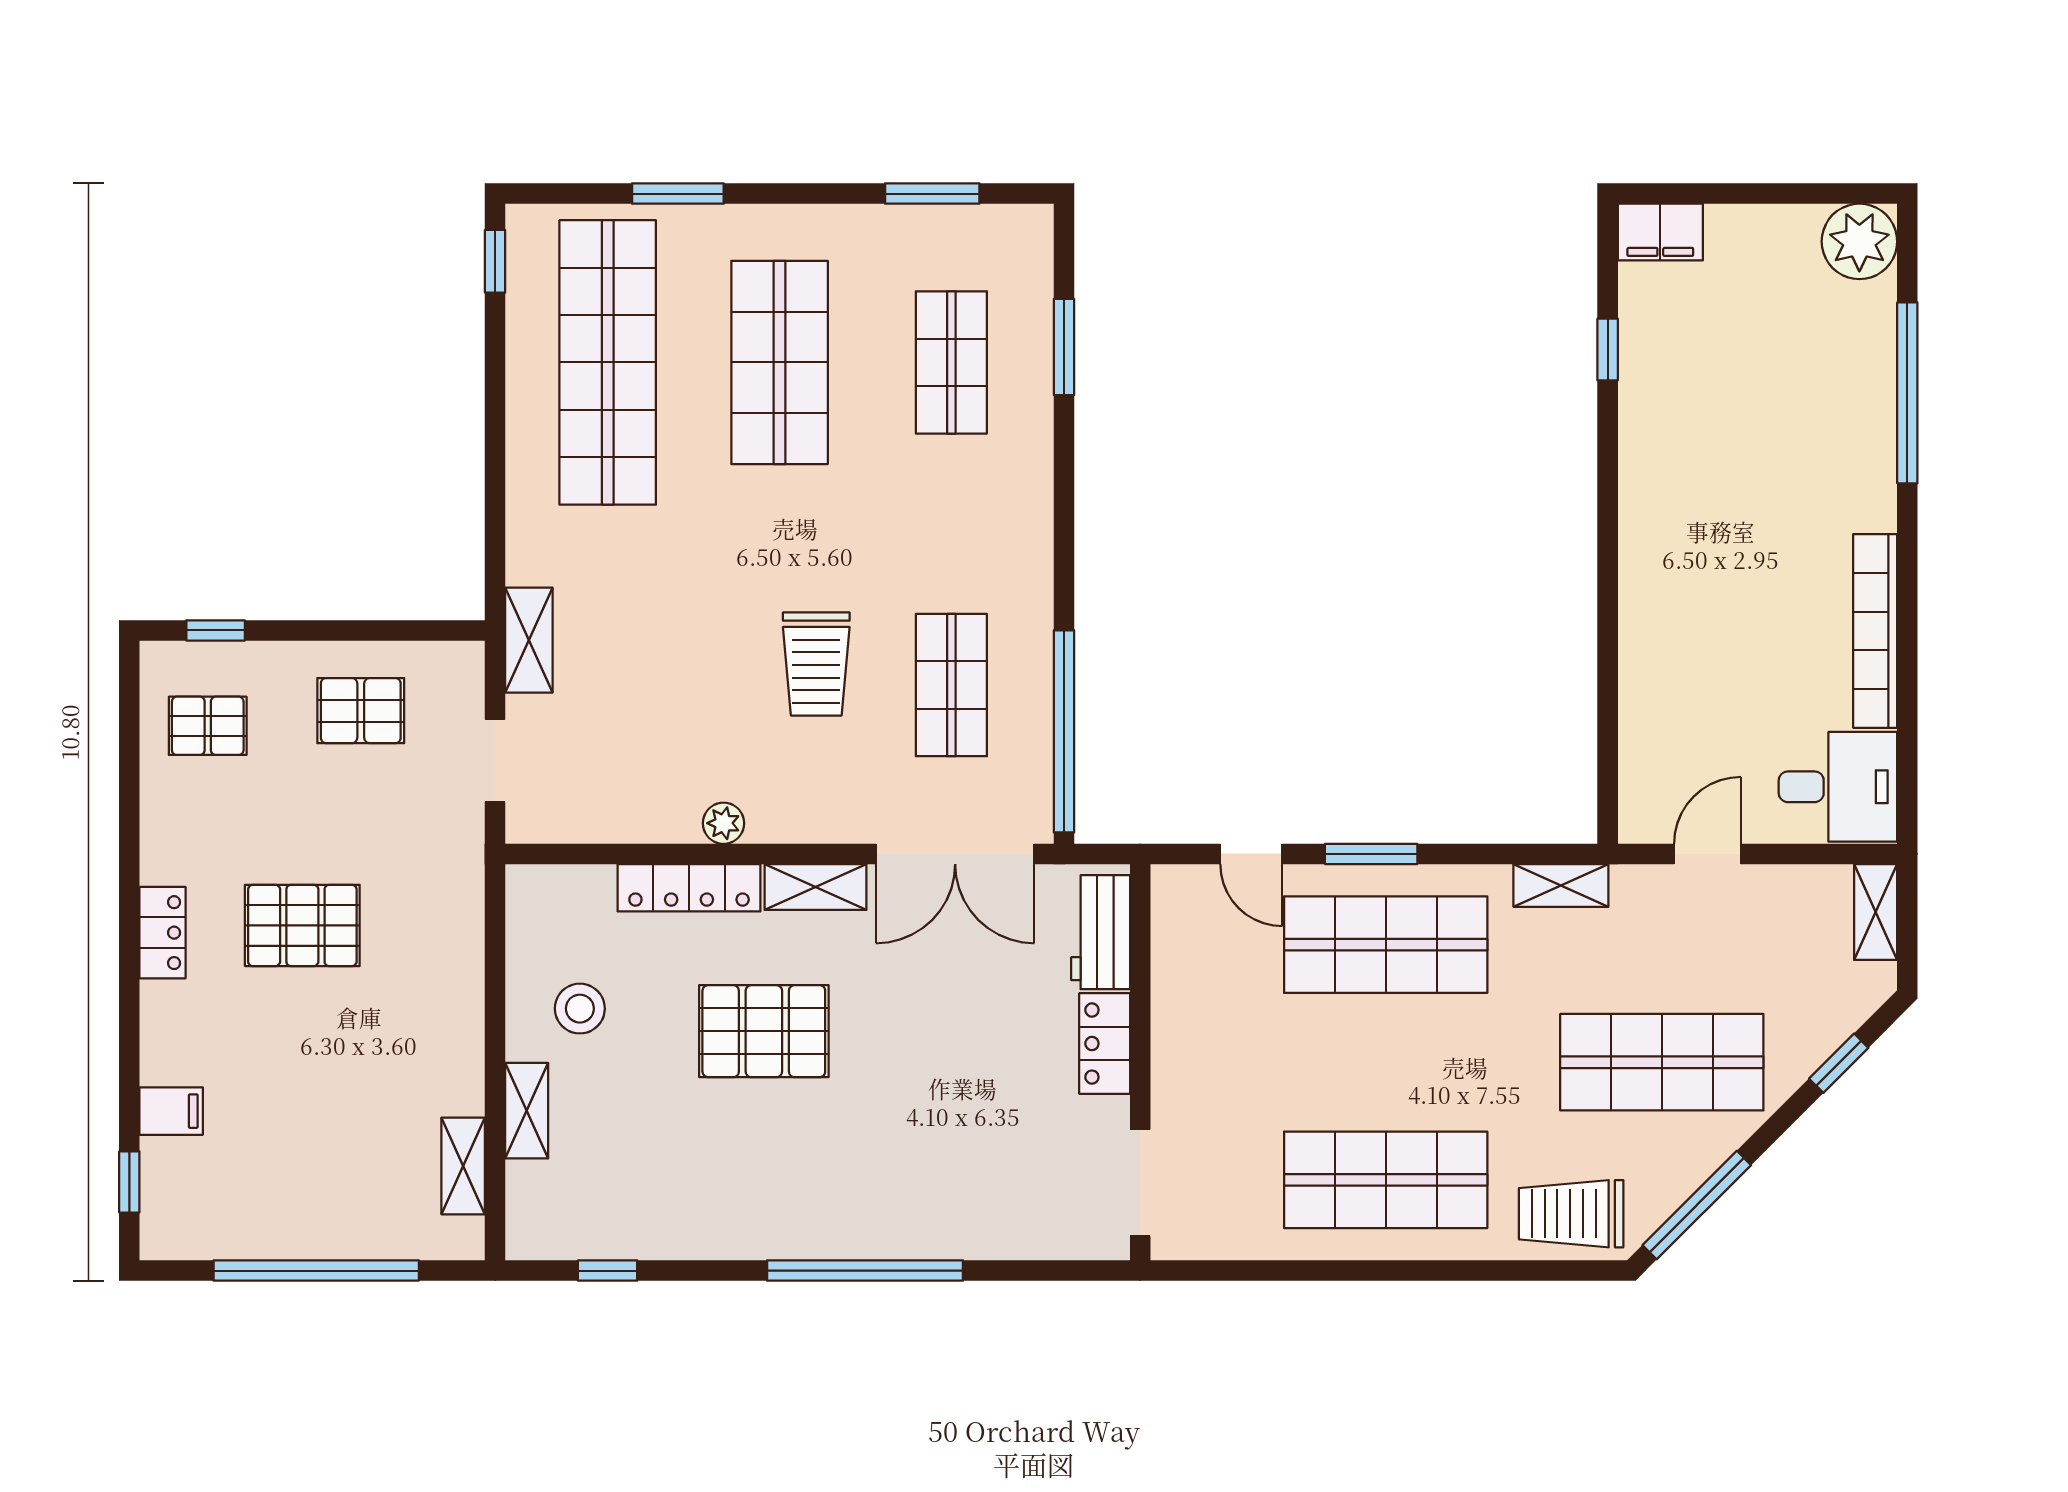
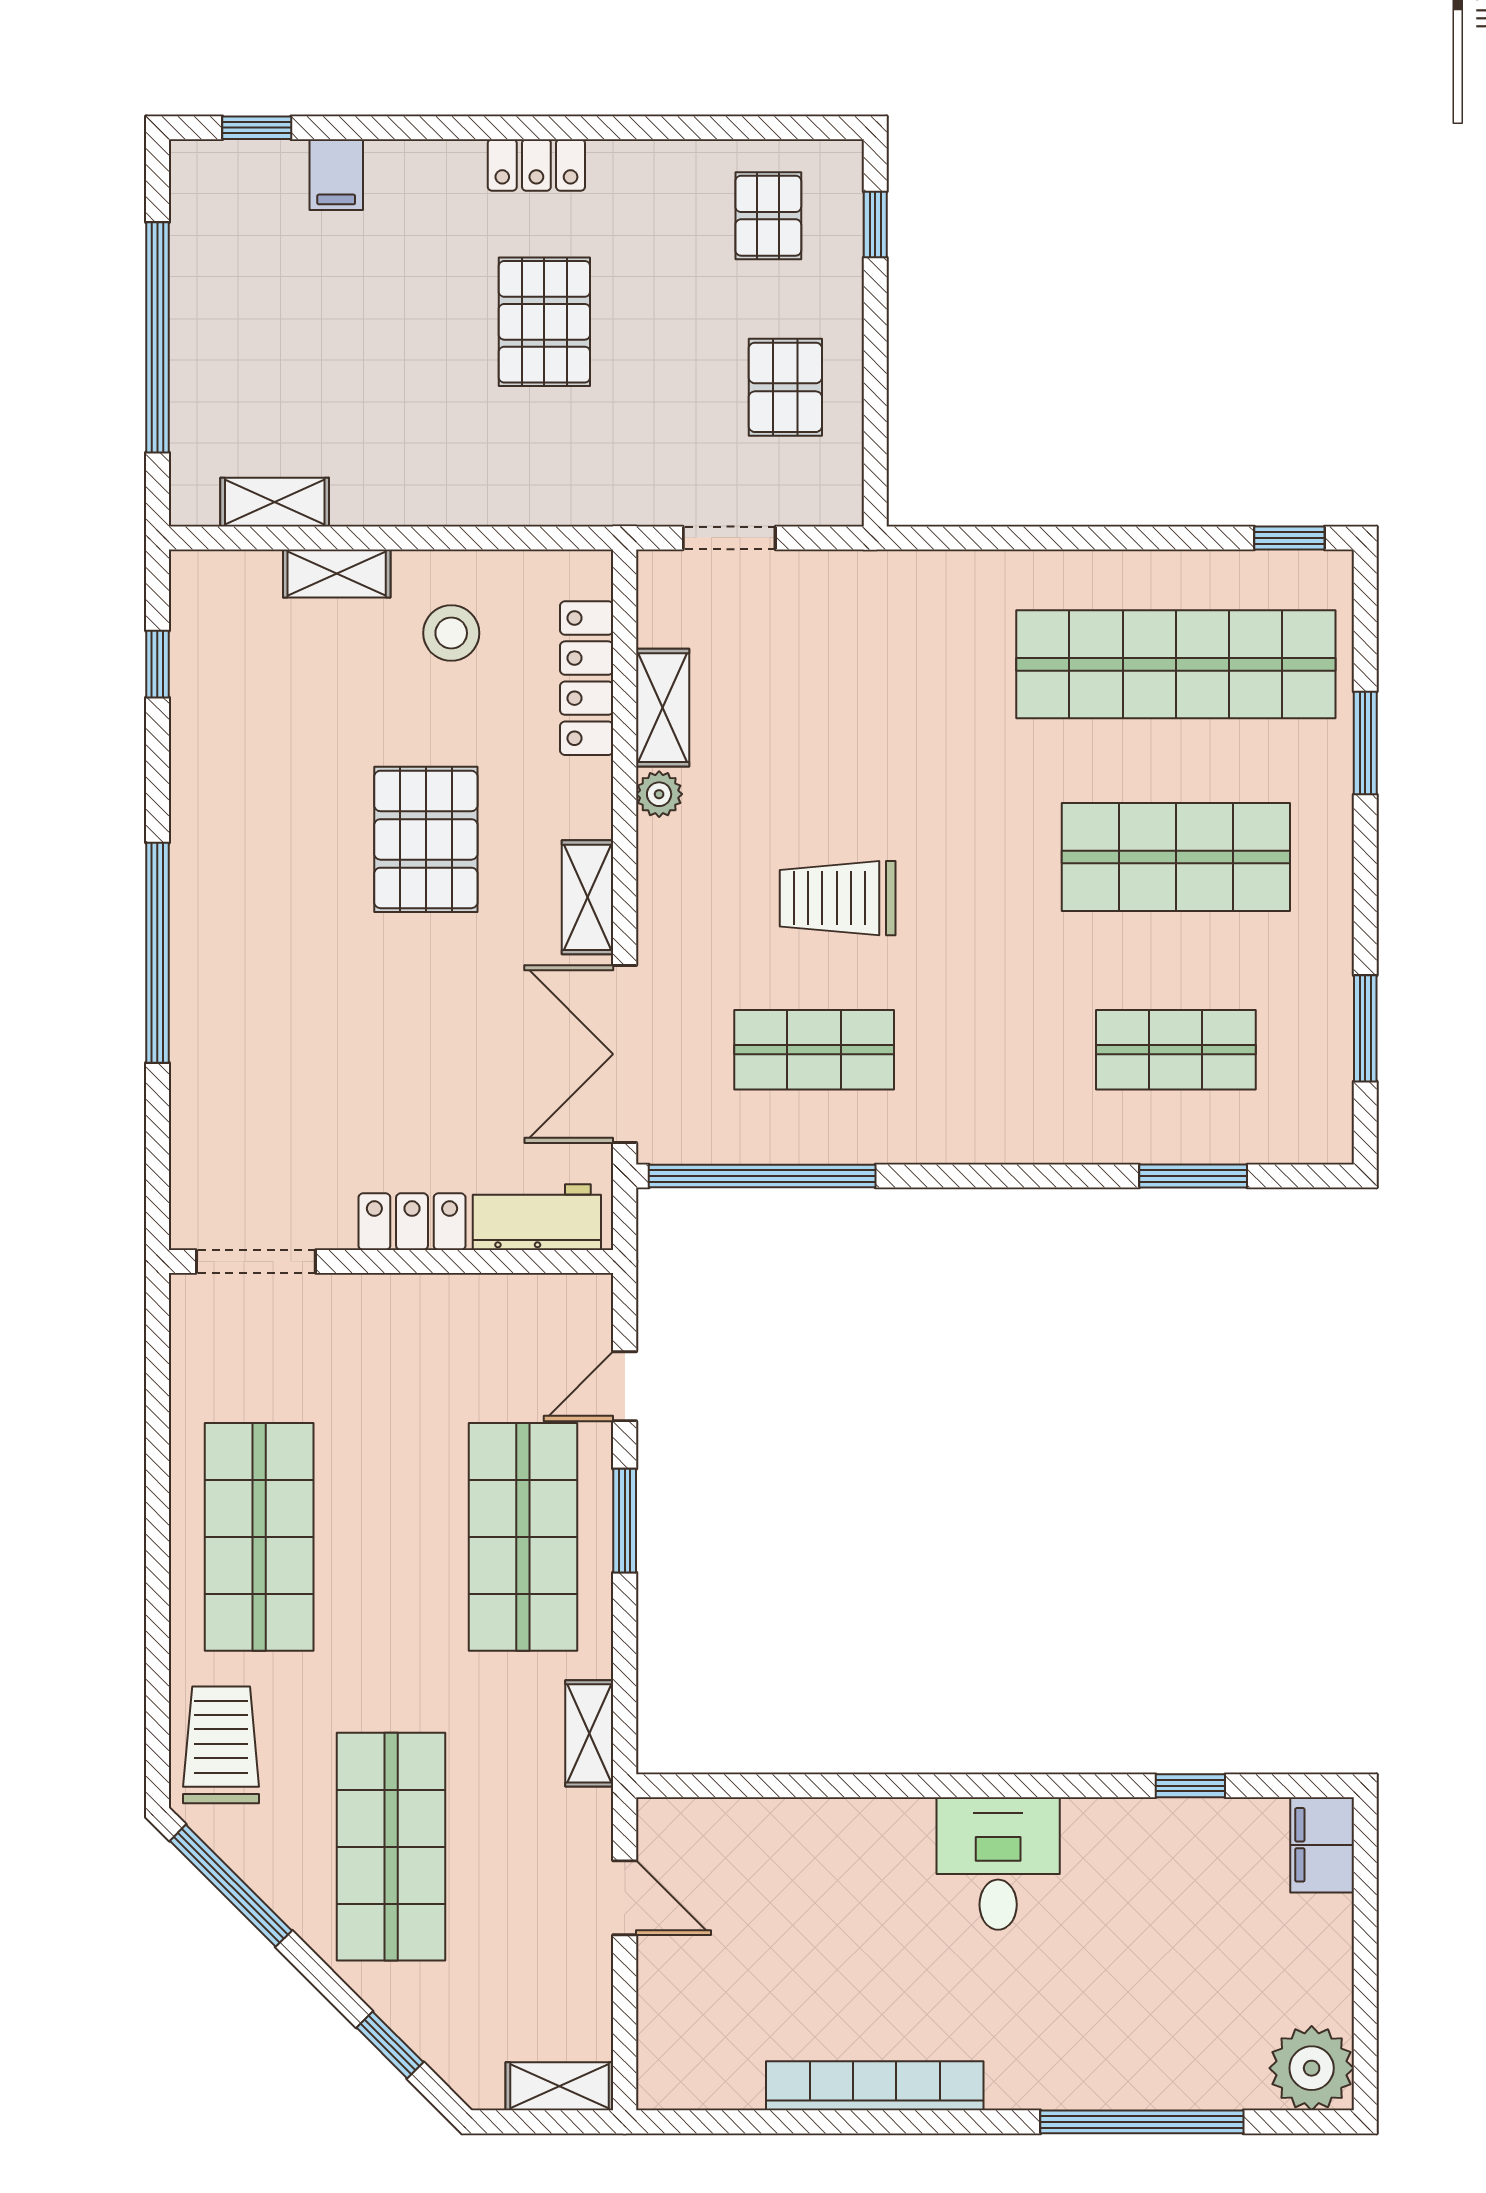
shelving: (529, 640) -> (663, 708), moved, turned 90
desk: (1838, 787) -> (998, 1864), moved, turned 180
locker: (689, 888) -> (587, 678), moved

